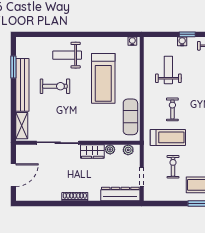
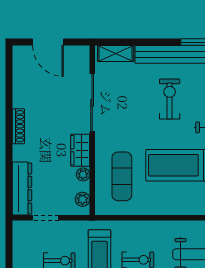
exercise bike: (55, 86) -> (170, 99), turned 180
exercise mat: (130, 117) -> (122, 176), moved, turned 90

